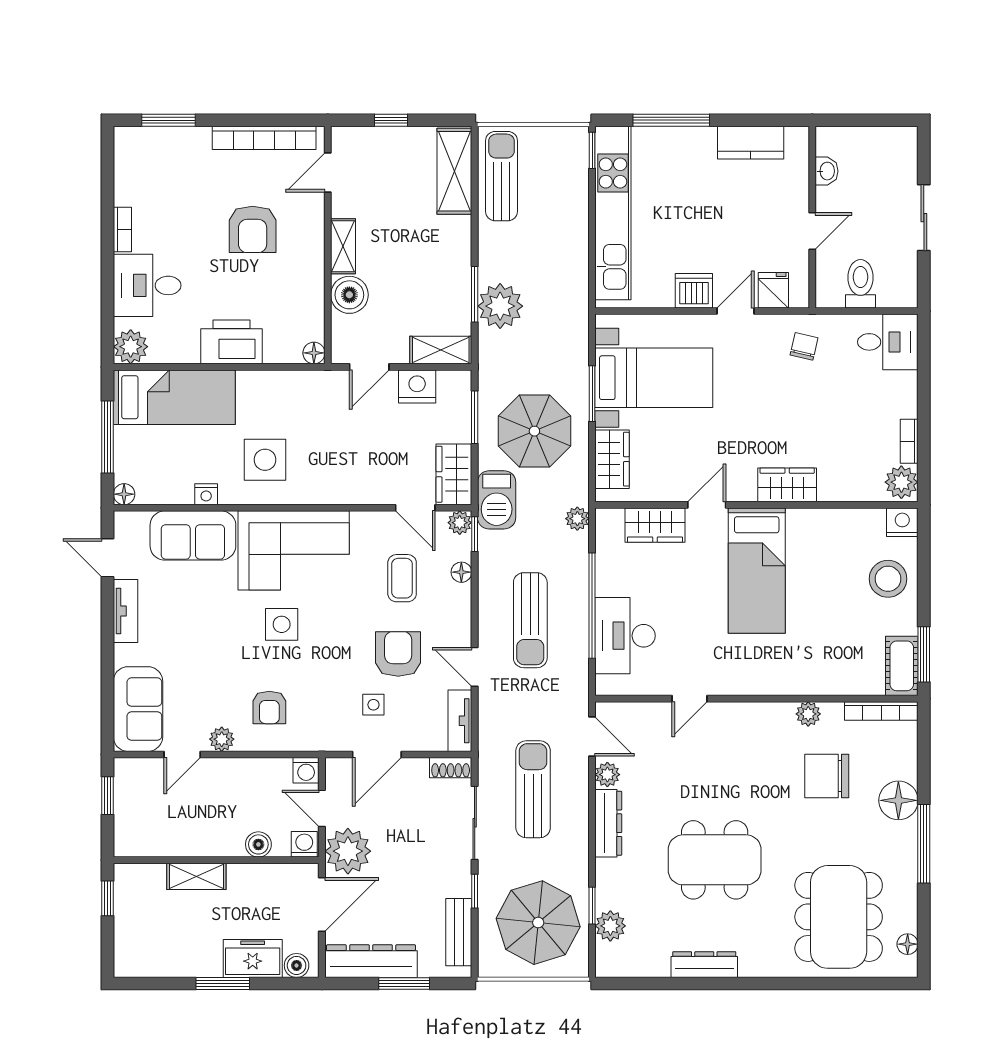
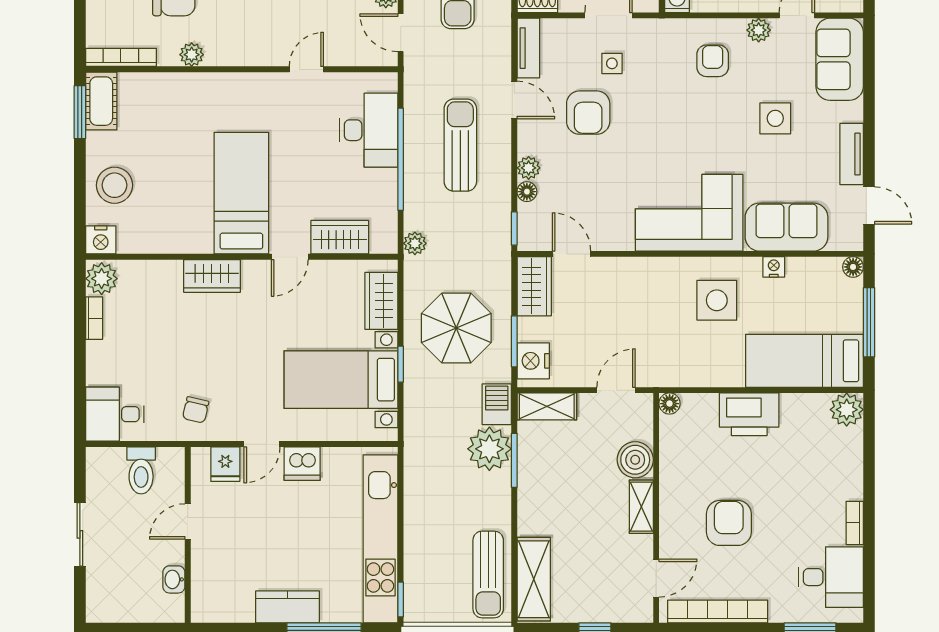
kitchen counter: (751, 143) -> (288, 607), moved
desk: (147, 285) -> (831, 577), moved
nightstand: (417, 386) -> (533, 361), moved, turned 90
window: (592, 394) -> (401, 364), width x0.67
barbecue: (497, 500) -> (497, 404), moved, width x0.73, depth x0.79
plant: (460, 523) -> (529, 168), moved
coffee table: (402, 578) -> (584, 186), removed
side table: (282, 624) -> (775, 118), moved

